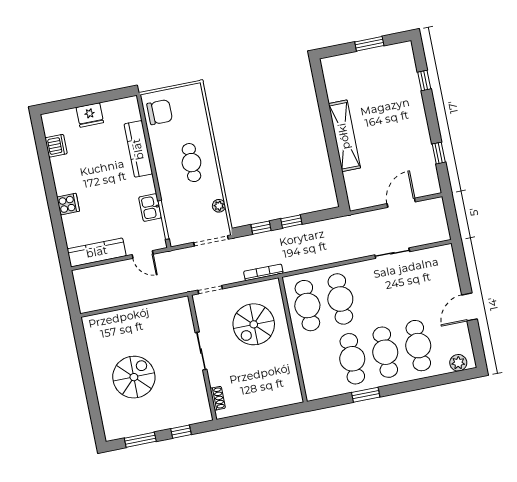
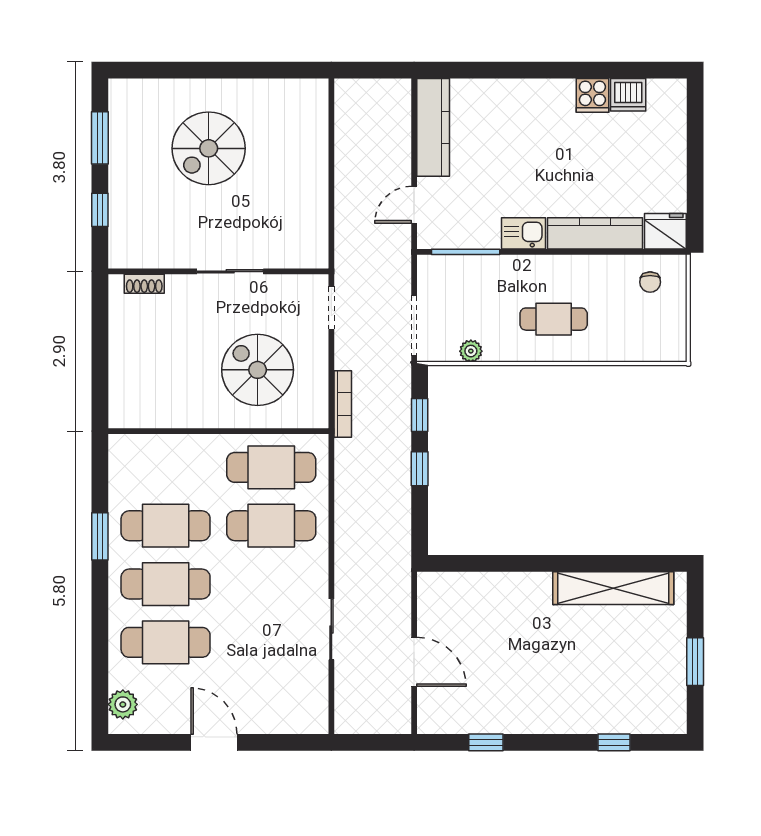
chair: (160, 112) -> (650, 282), width x0.54, depth x0.54
fridge: (90, 115) -> (665, 231), moved, turned 90
shelving: (344, 136) -> (613, 588), moved
cooker: (68, 204) -> (592, 95), moved
kitchen sink: (150, 208) -> (523, 233), moved
spiral stairs: (134, 377) -> (209, 148), turned 90

